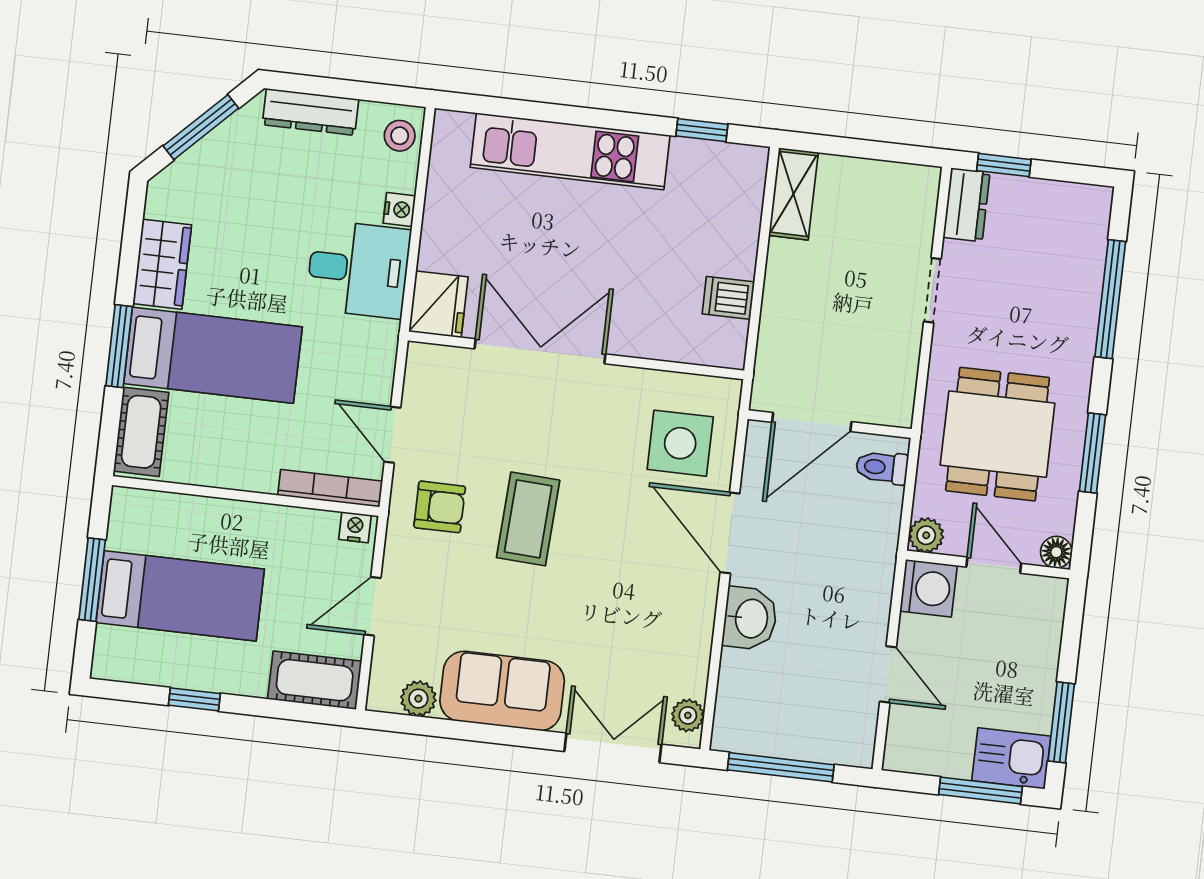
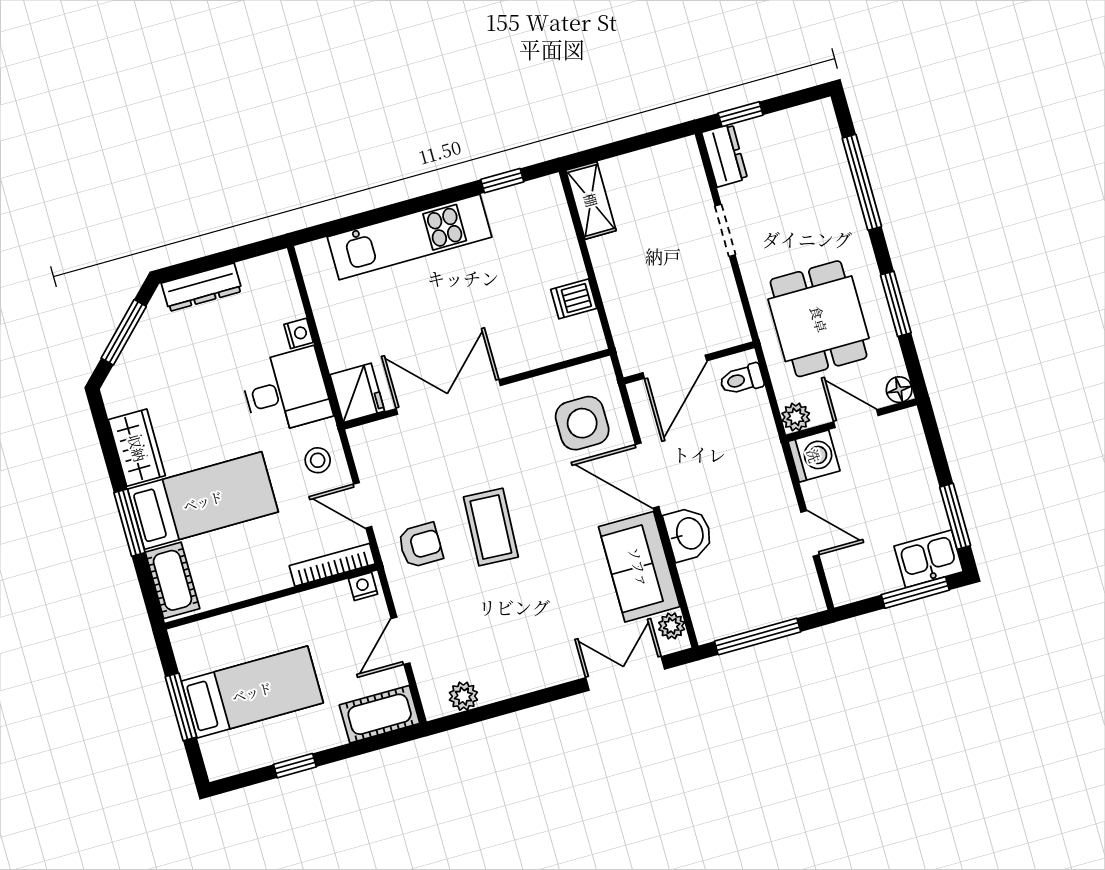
stool: (400, 136) -> (318, 460), moved
sofa: (502, 691) -> (639, 567), moved, turned -90

